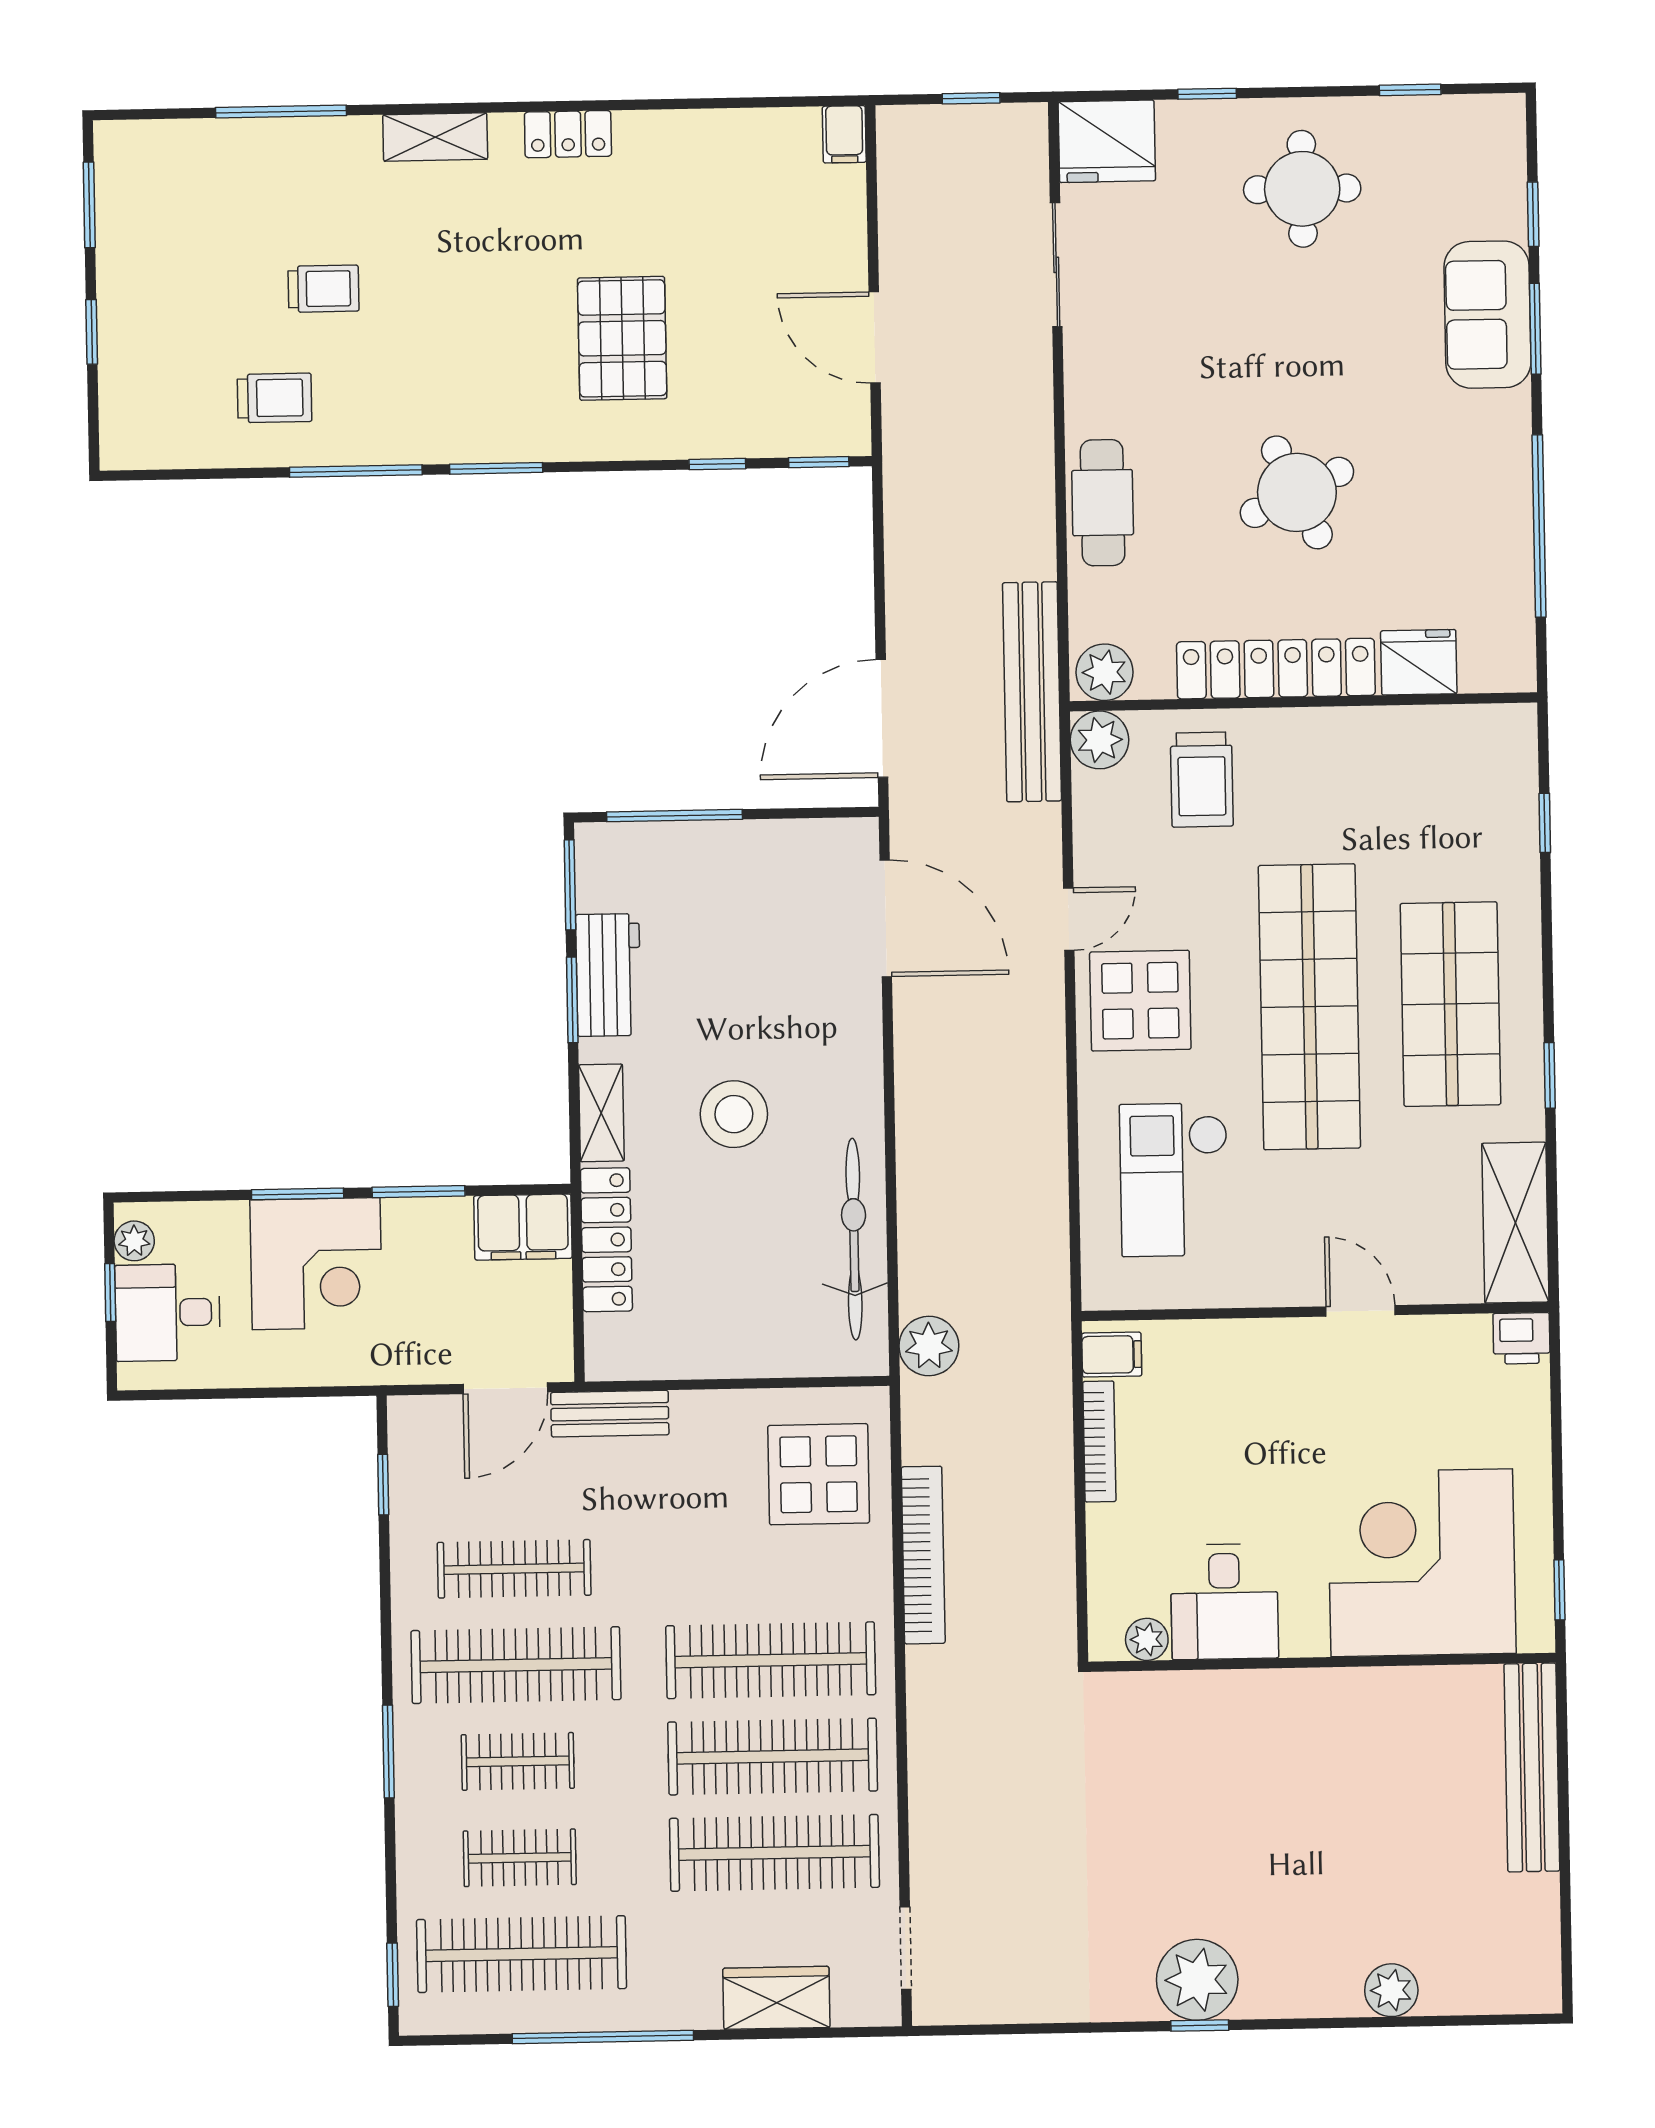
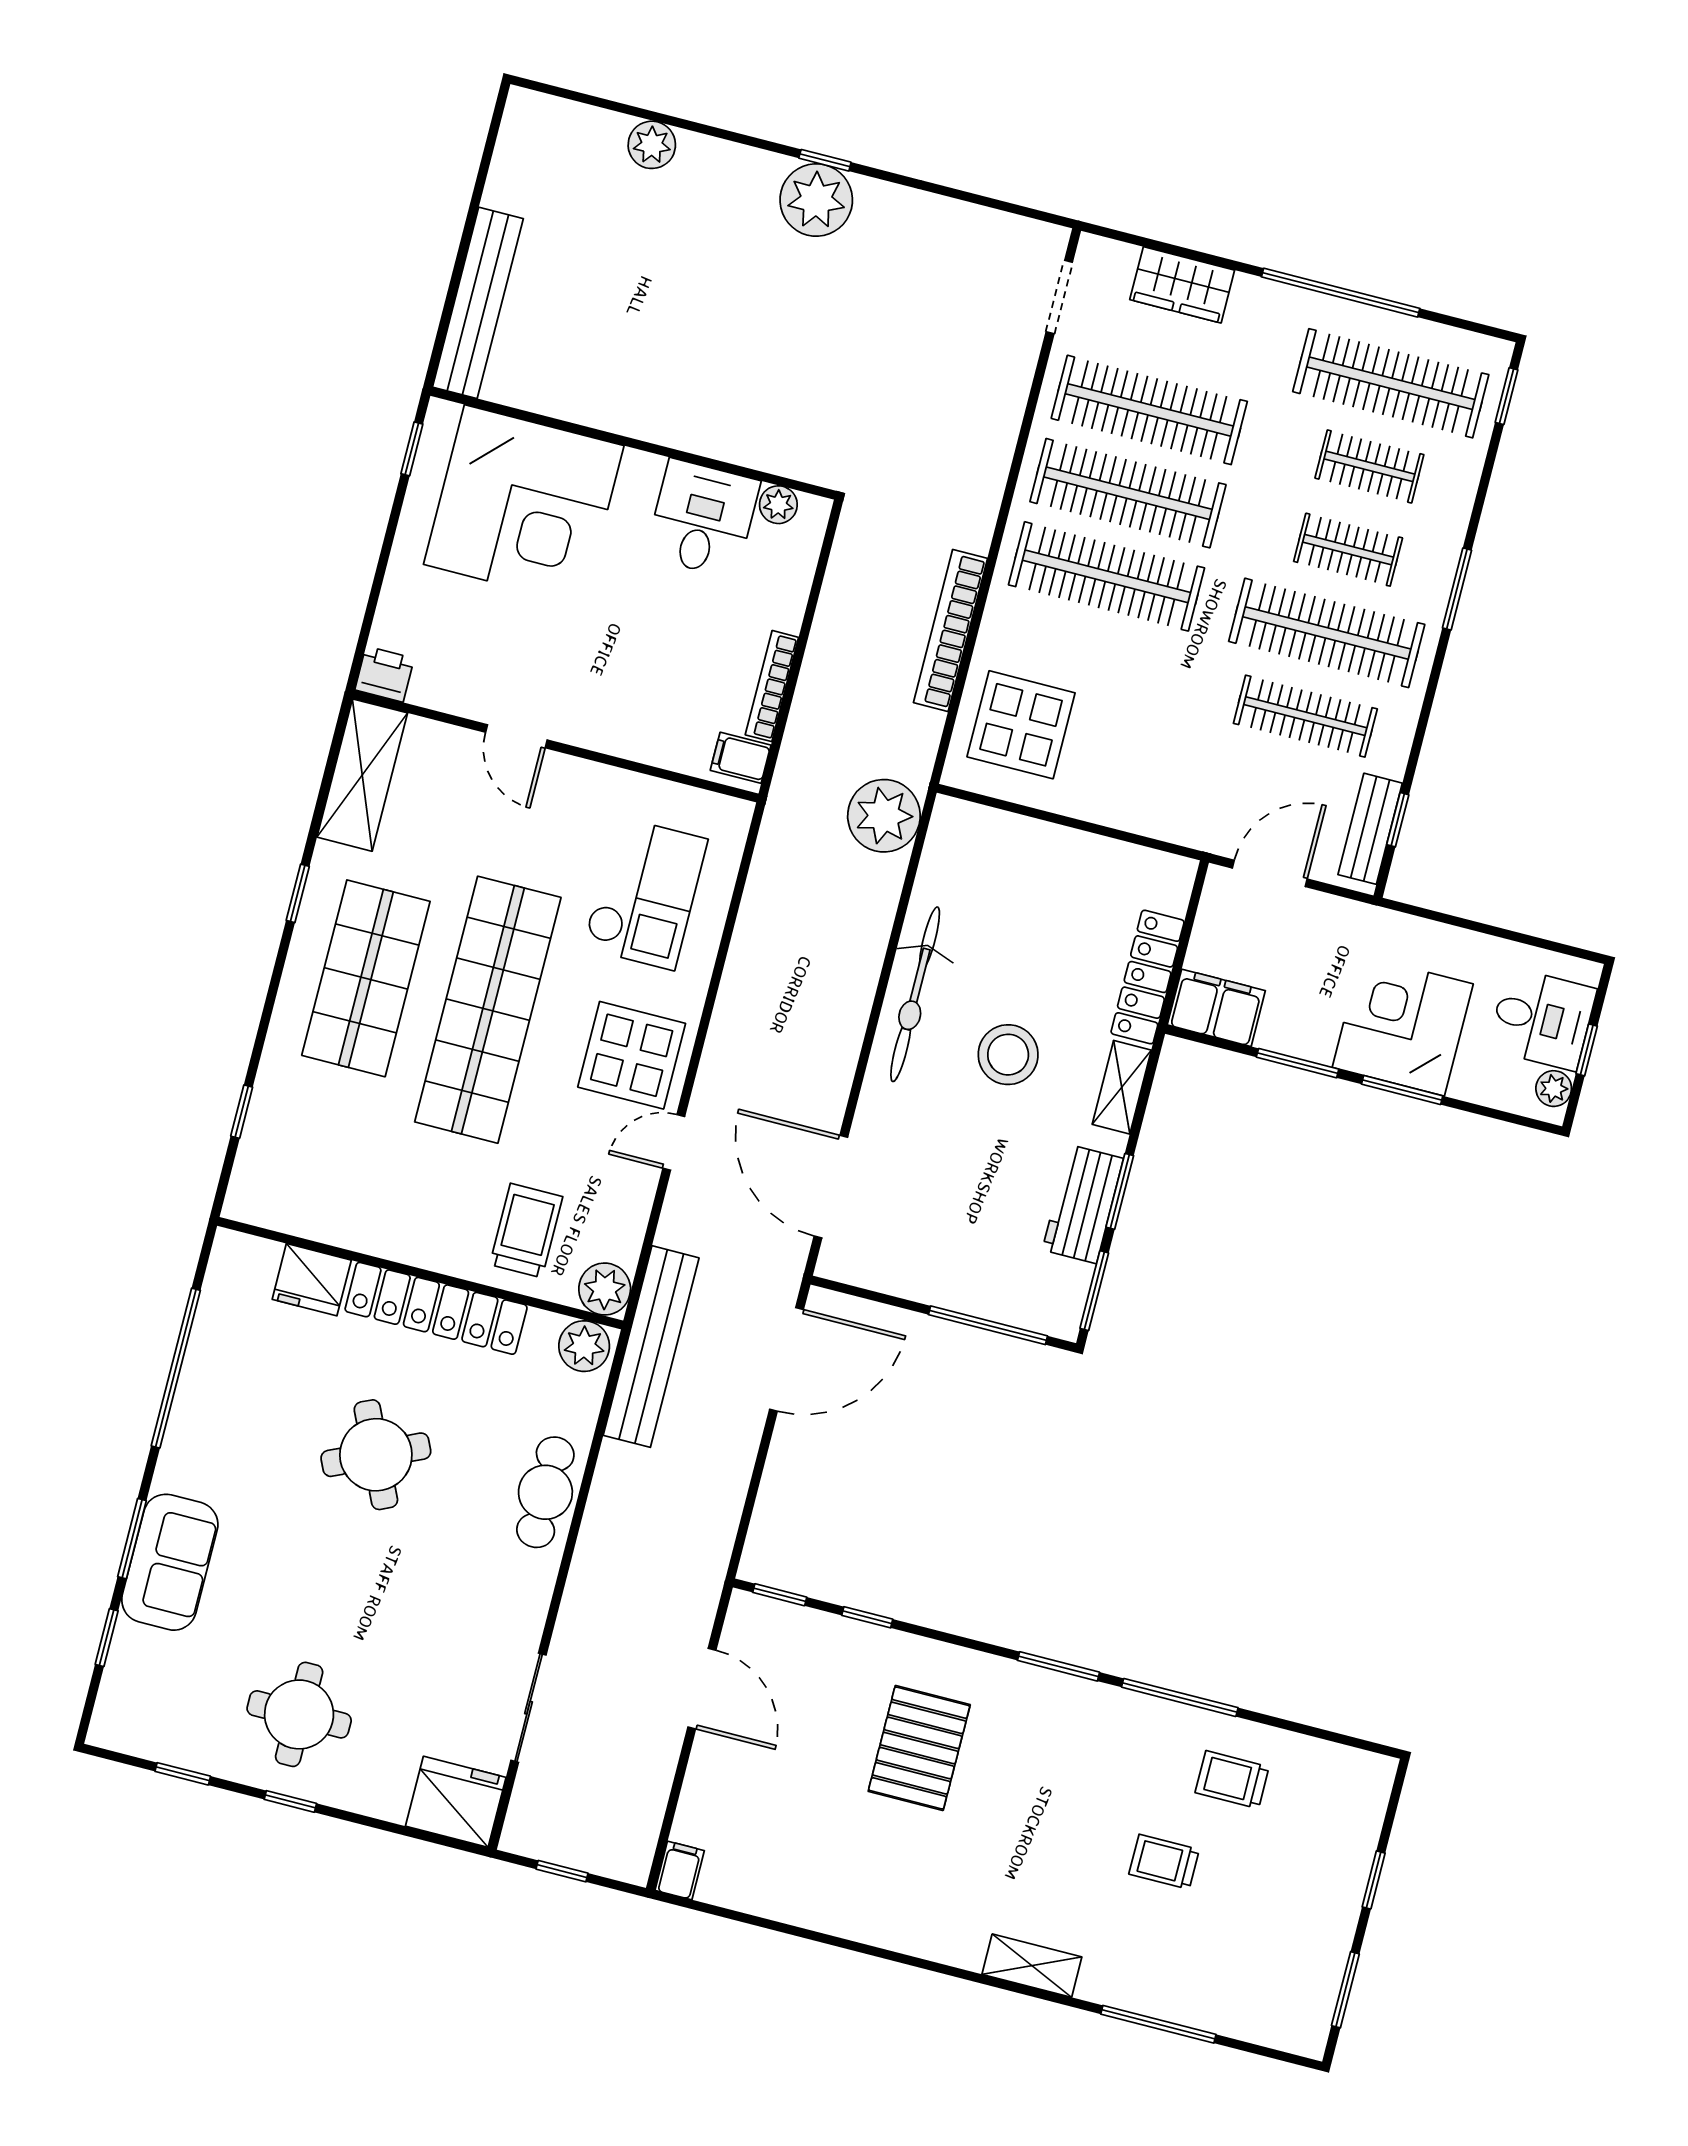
window: (1207, 94) -> (290, 1801), moved
locker: (568, 134) -> (917, 1936), removed
bicycle: (854, 1239) -> (915, 994), moved
plant: (929, 1346) -> (884, 816), width x1.36, depth x1.36
bench: (610, 1414) -> (1370, 829), moved, turned 90

